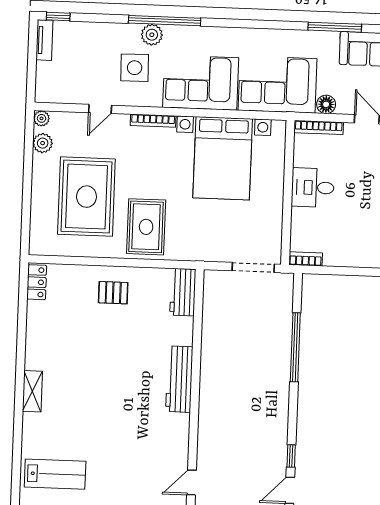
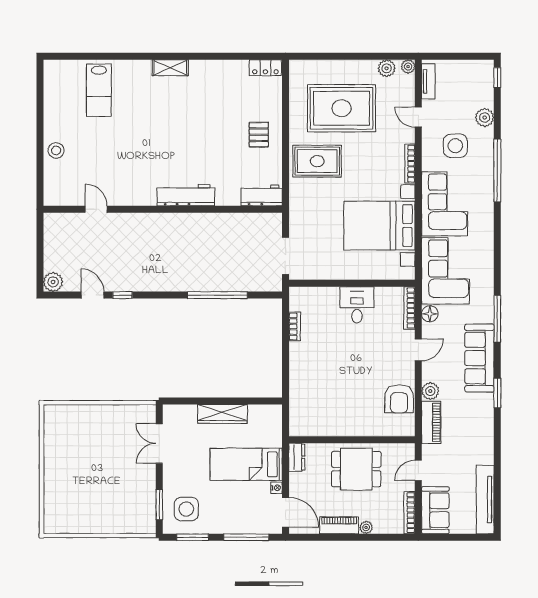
plant: (152, 35) -> (485, 117), moved
tv unit: (44, 40) -> (428, 81), moved, turned -90
bookcase: (306, 259) -> (295, 326), moved

